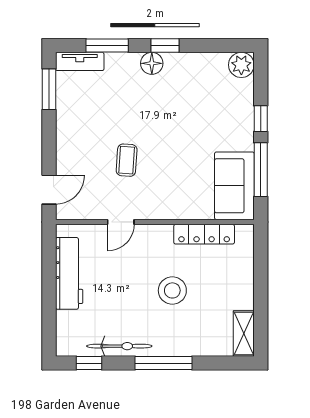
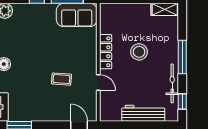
locker: (204, 234) -> (106, 52), moved
workbench: (69, 273) -> (143, 113), moved

